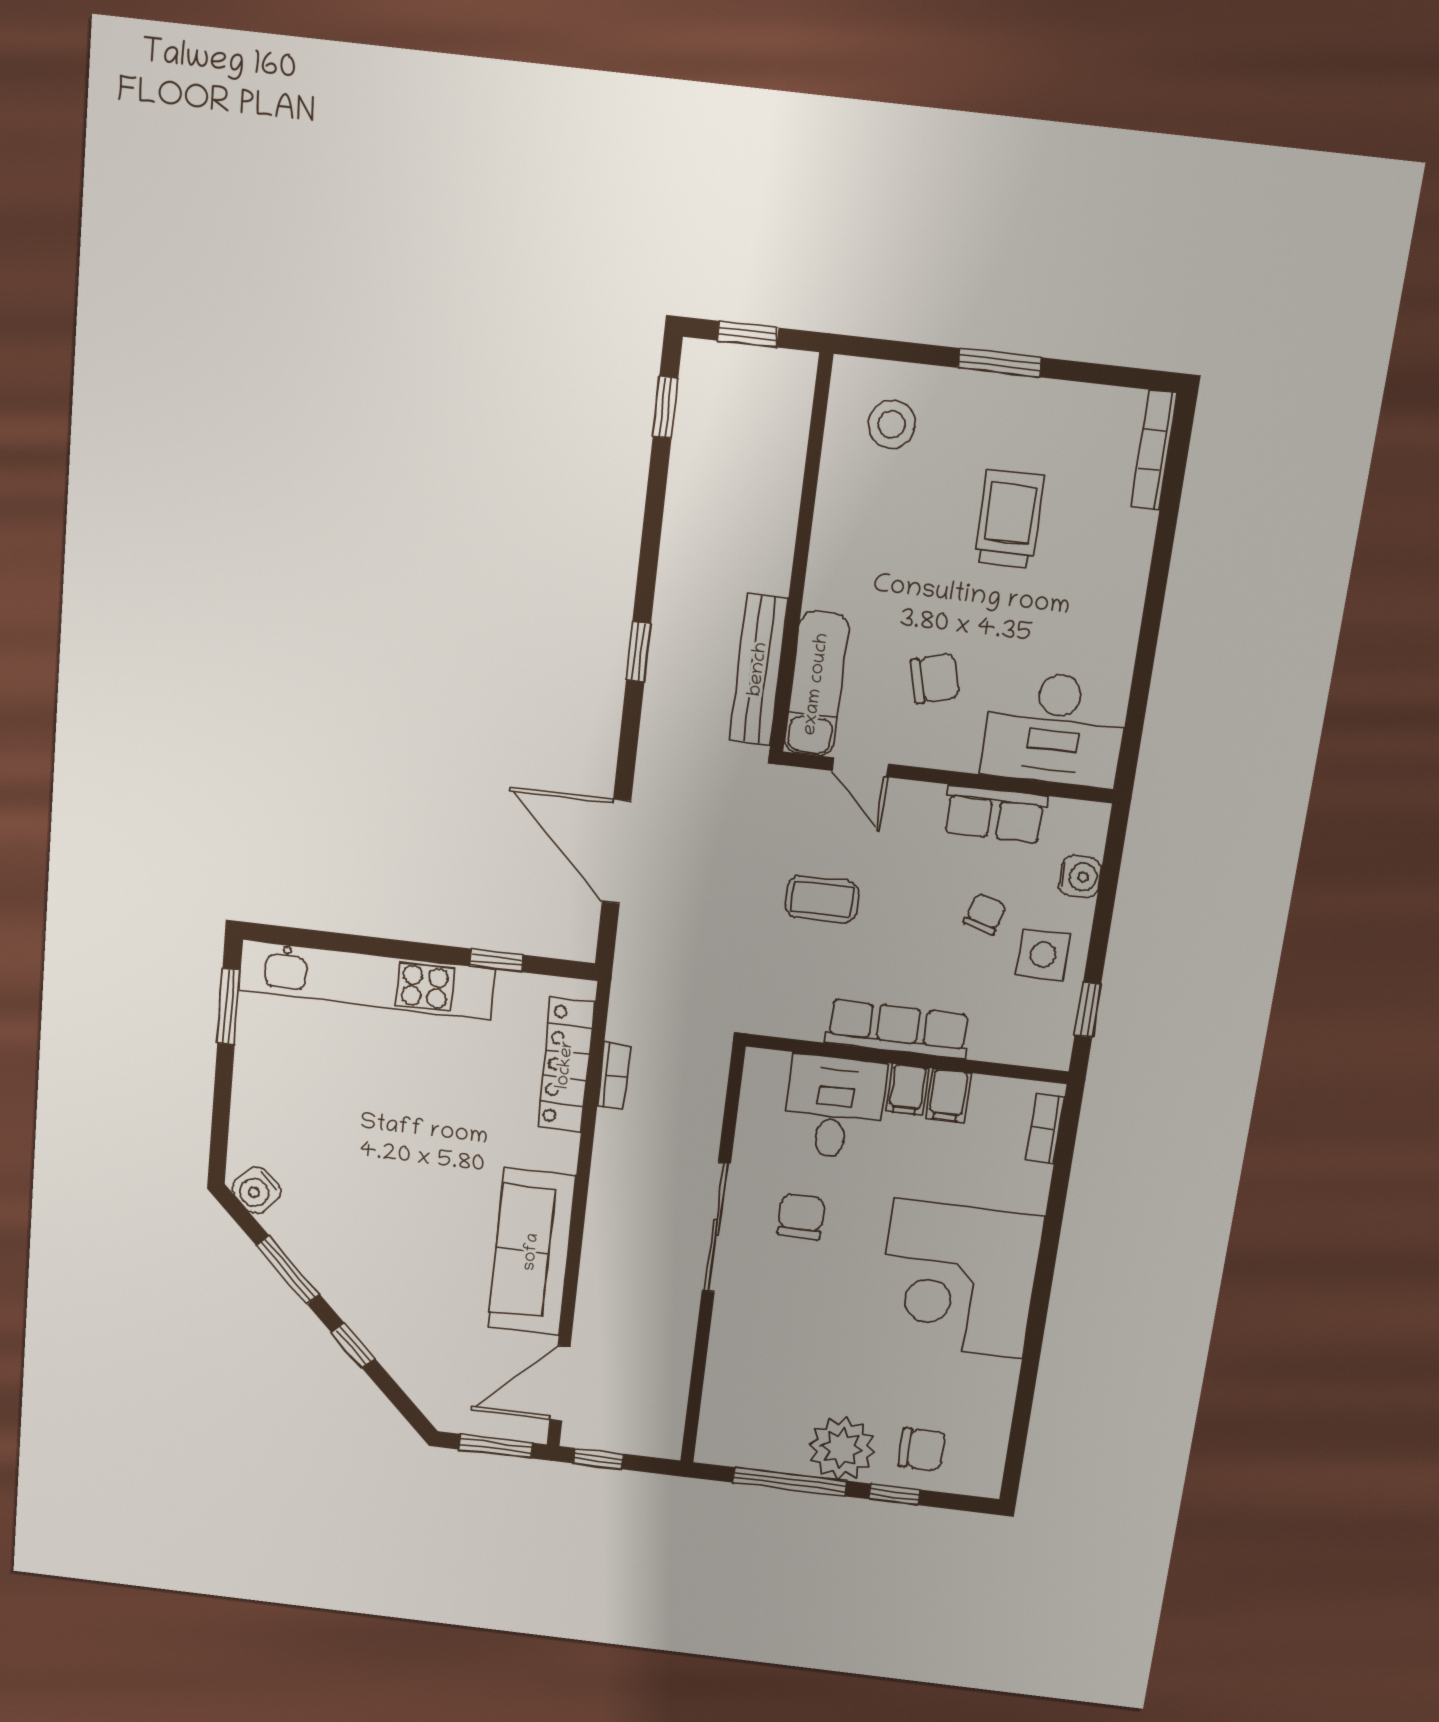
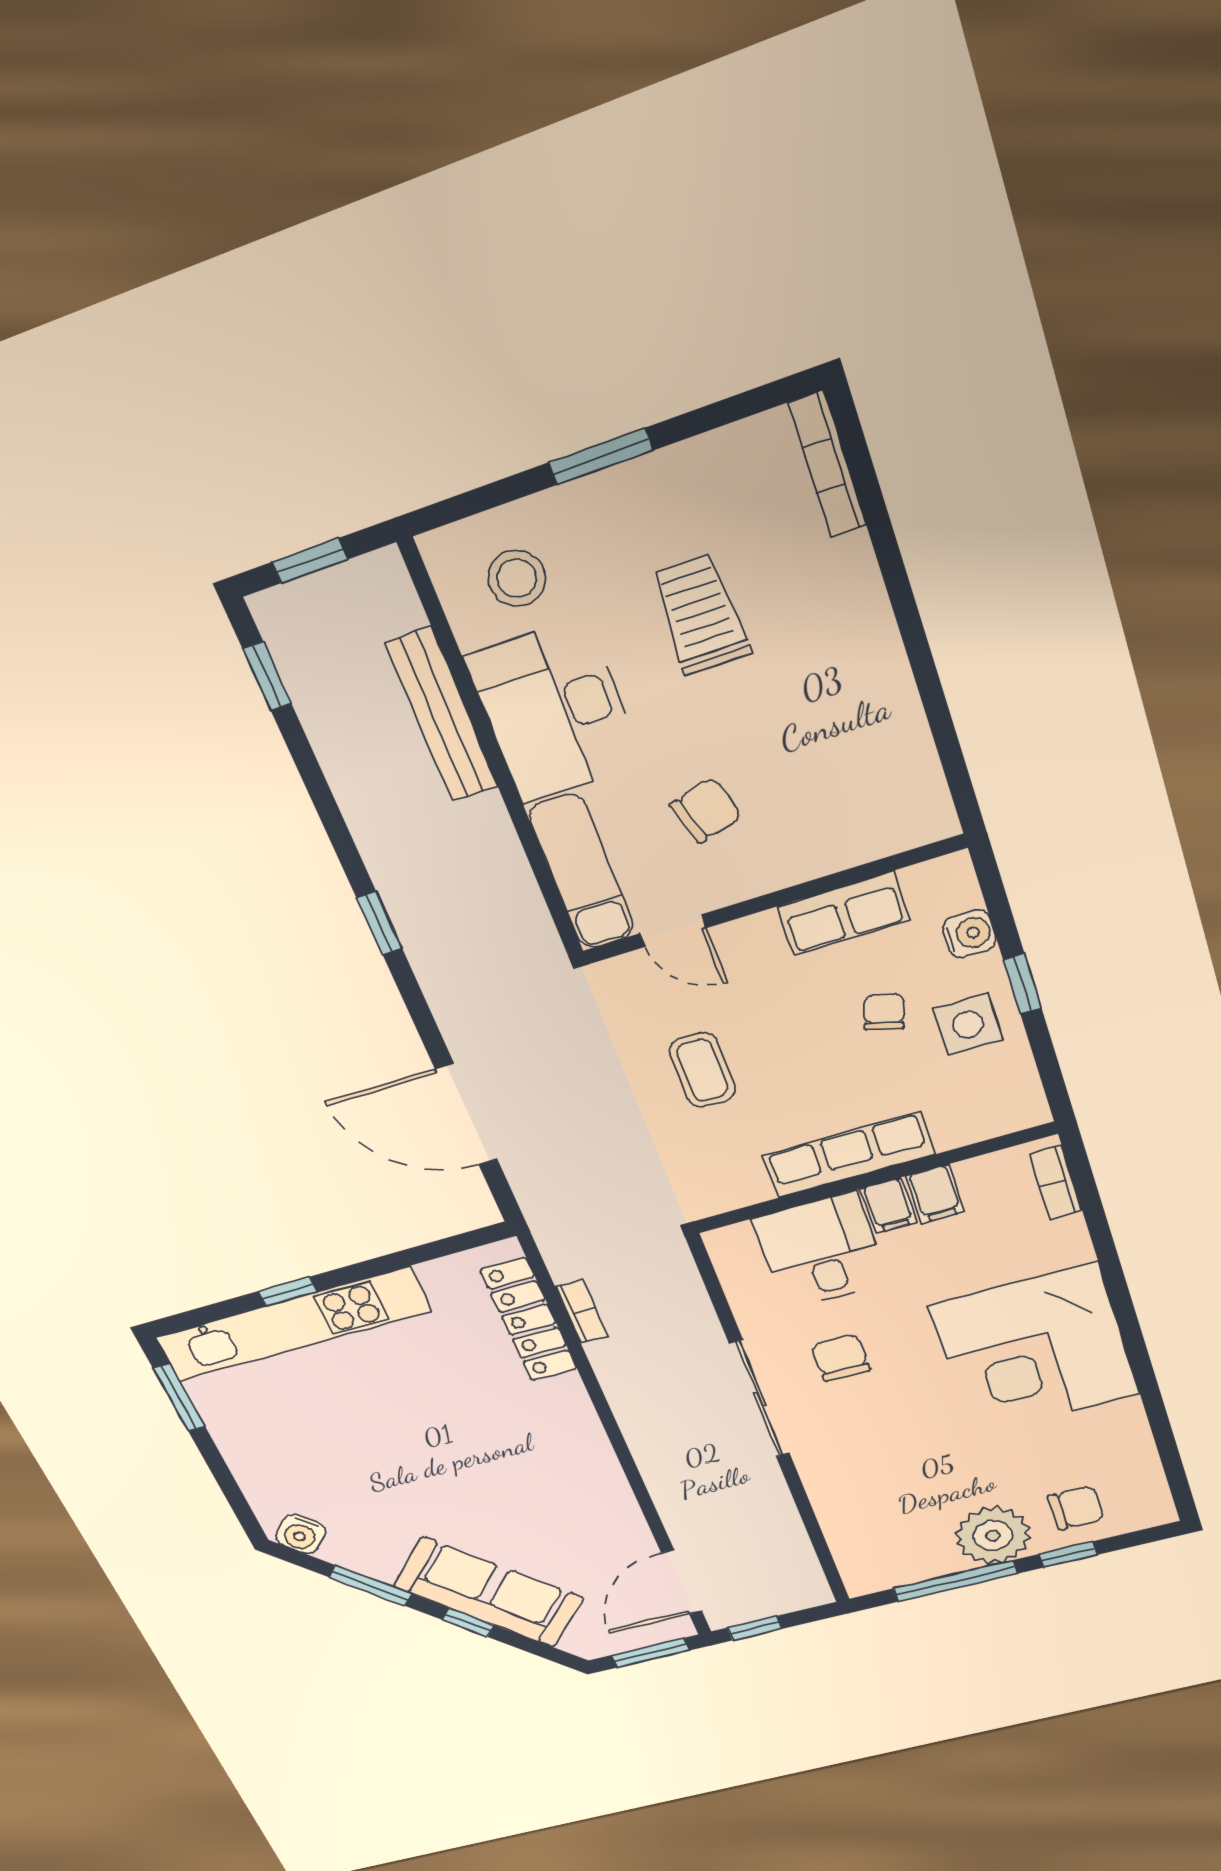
bench: (759, 669) -> (442, 715), moved
desk: (1055, 729) -> (554, 711), moved, turned 90
coffee table: (822, 899) -> (702, 1070), turned 90
window: (496, 960) -> (288, 1291), moved
window: (1088, 1010) -> (1022, 984), moved
sofa: (532, 1252) -> (489, 1592), moved, turned 135

